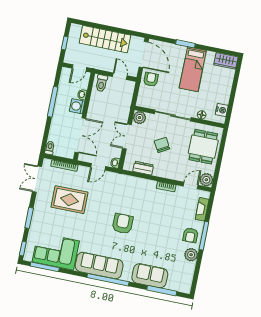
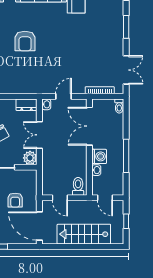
door: (79, 68) -> (105, 198), swing flipped
armchair: (151, 79) -> (15, 200), moved
double door: (127, 137) -> (39, 135), swing flipped
dresser: (143, 168) -> (27, 105), moved
rug: (70, 200) -> (87, 55), removed

